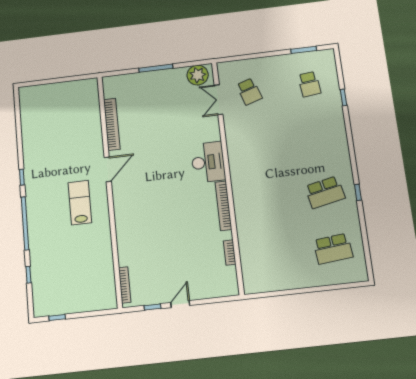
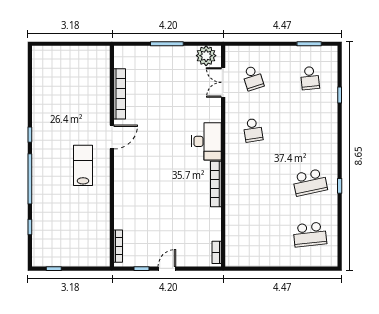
school desk: (256, 145) -> (253, 130), added
bookcase: (230, 253) -> (217, 252), moved

